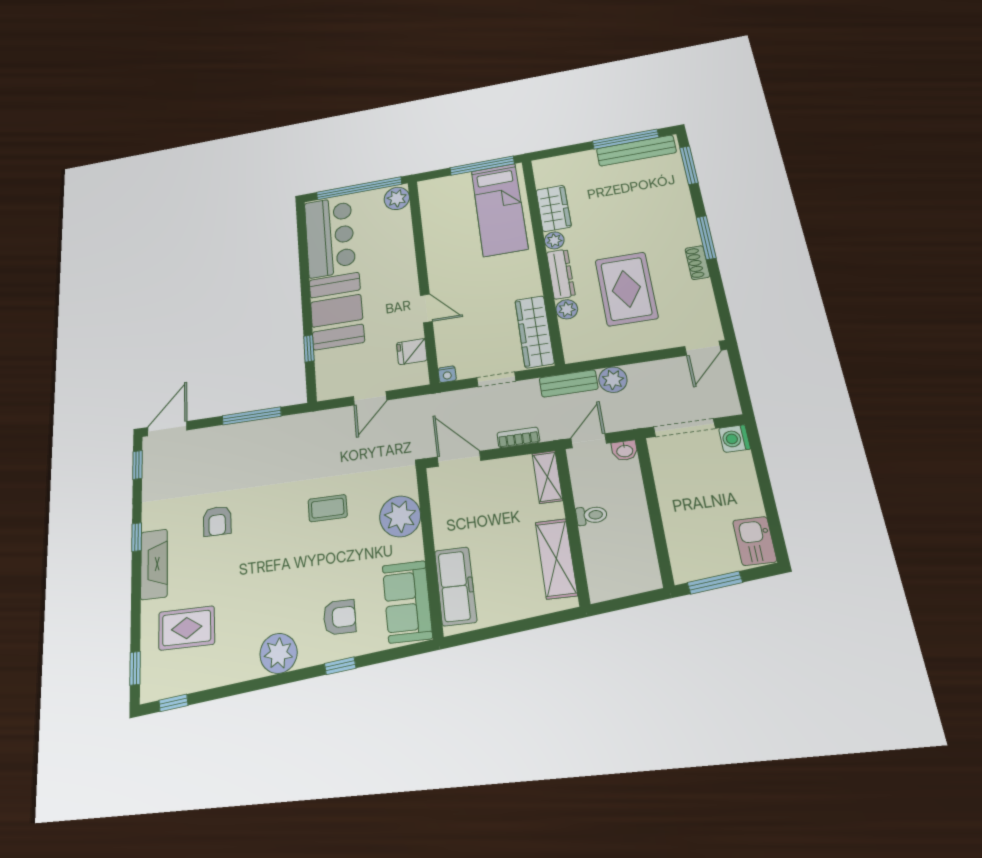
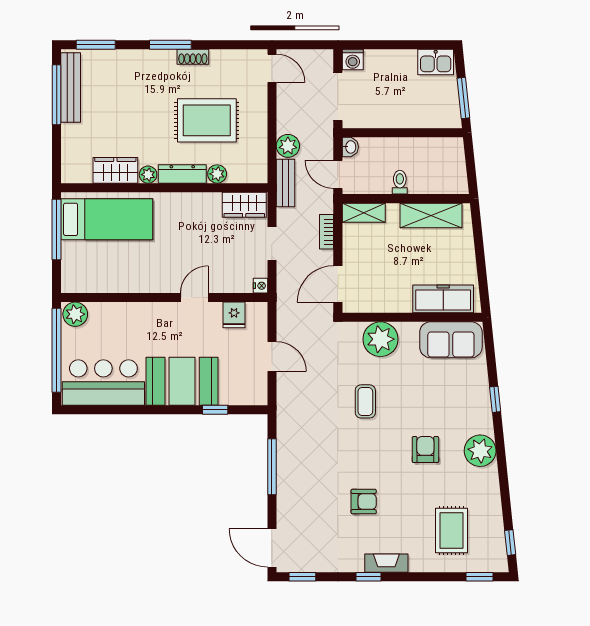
wardrobe: (534, 332) -> (244, 205), width x0.67
fireplace: (154, 564) -> (386, 563), width x0.73, depth x0.76
armchair: (340, 617) -> (425, 450), moved

